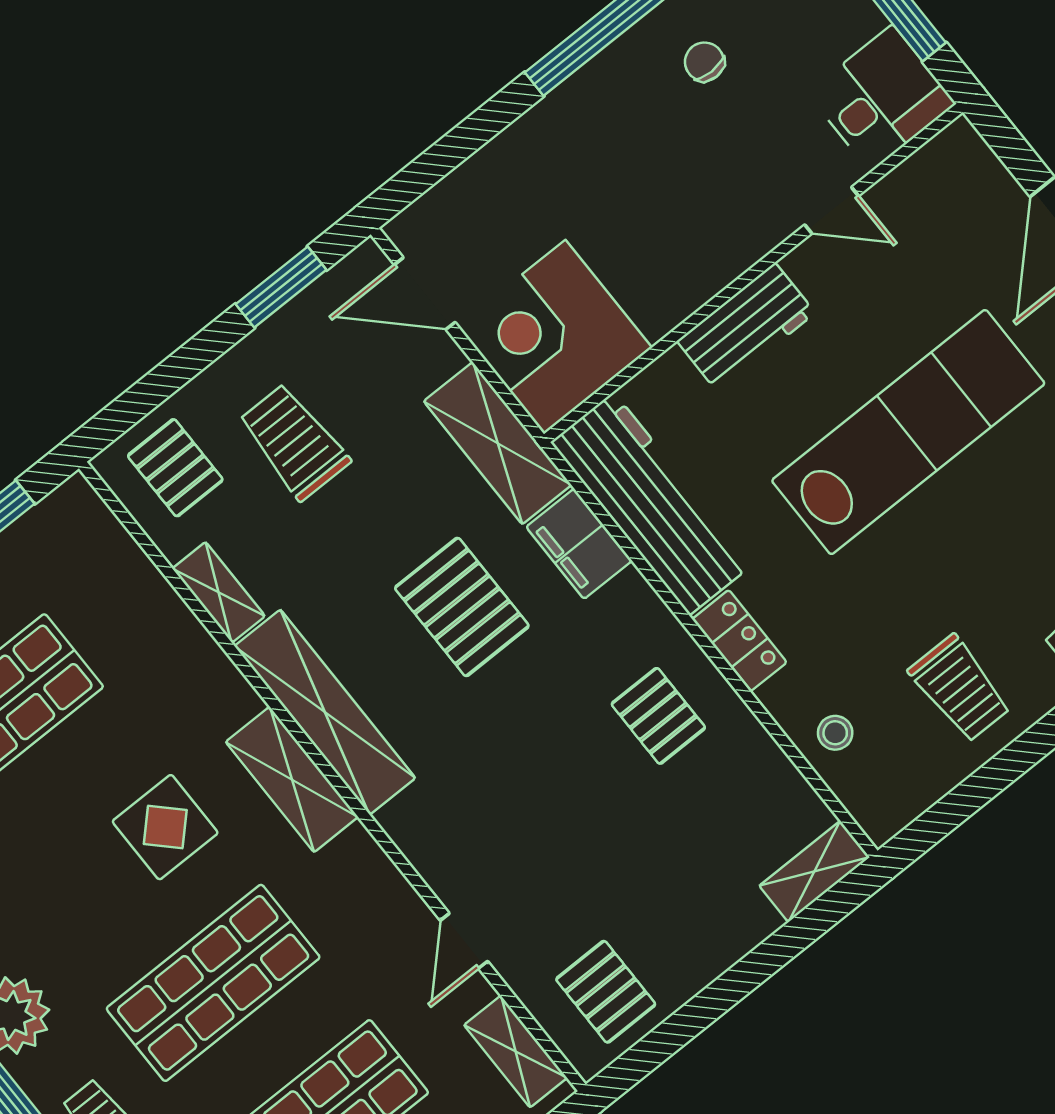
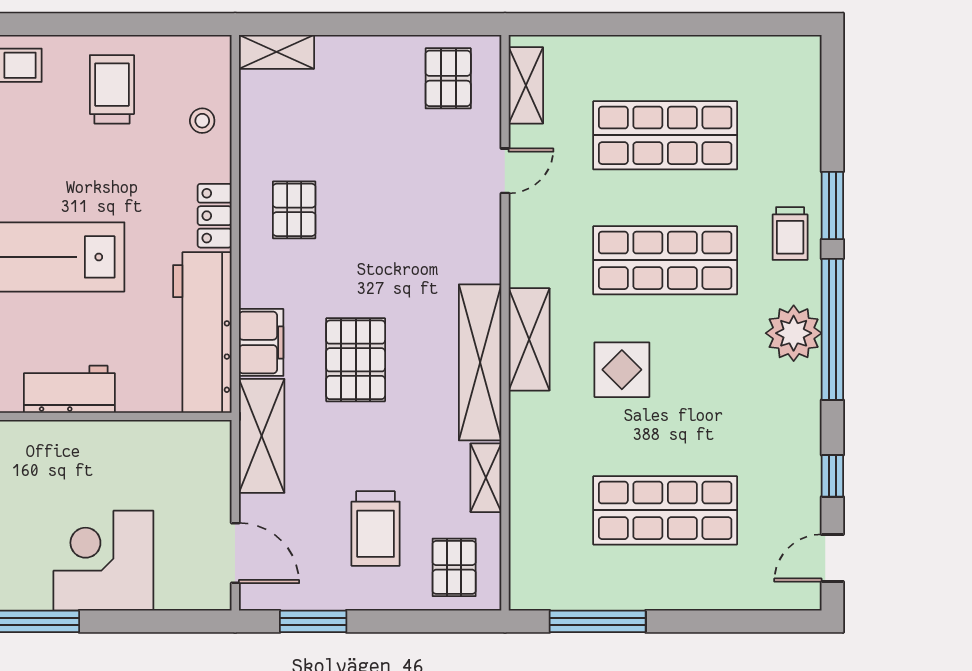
corner desk: (555, 337) -> (103, 561), moved, turned 180

